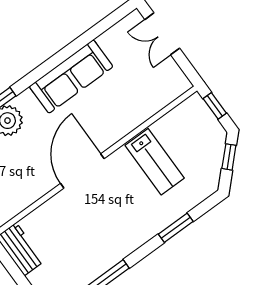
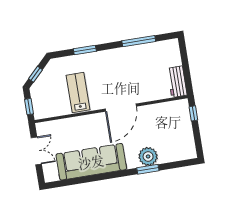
double door: (162, 34) -> (36, 151), moved
sofa: (71, 76) -> (91, 162), width x1.36, depth x1.27

